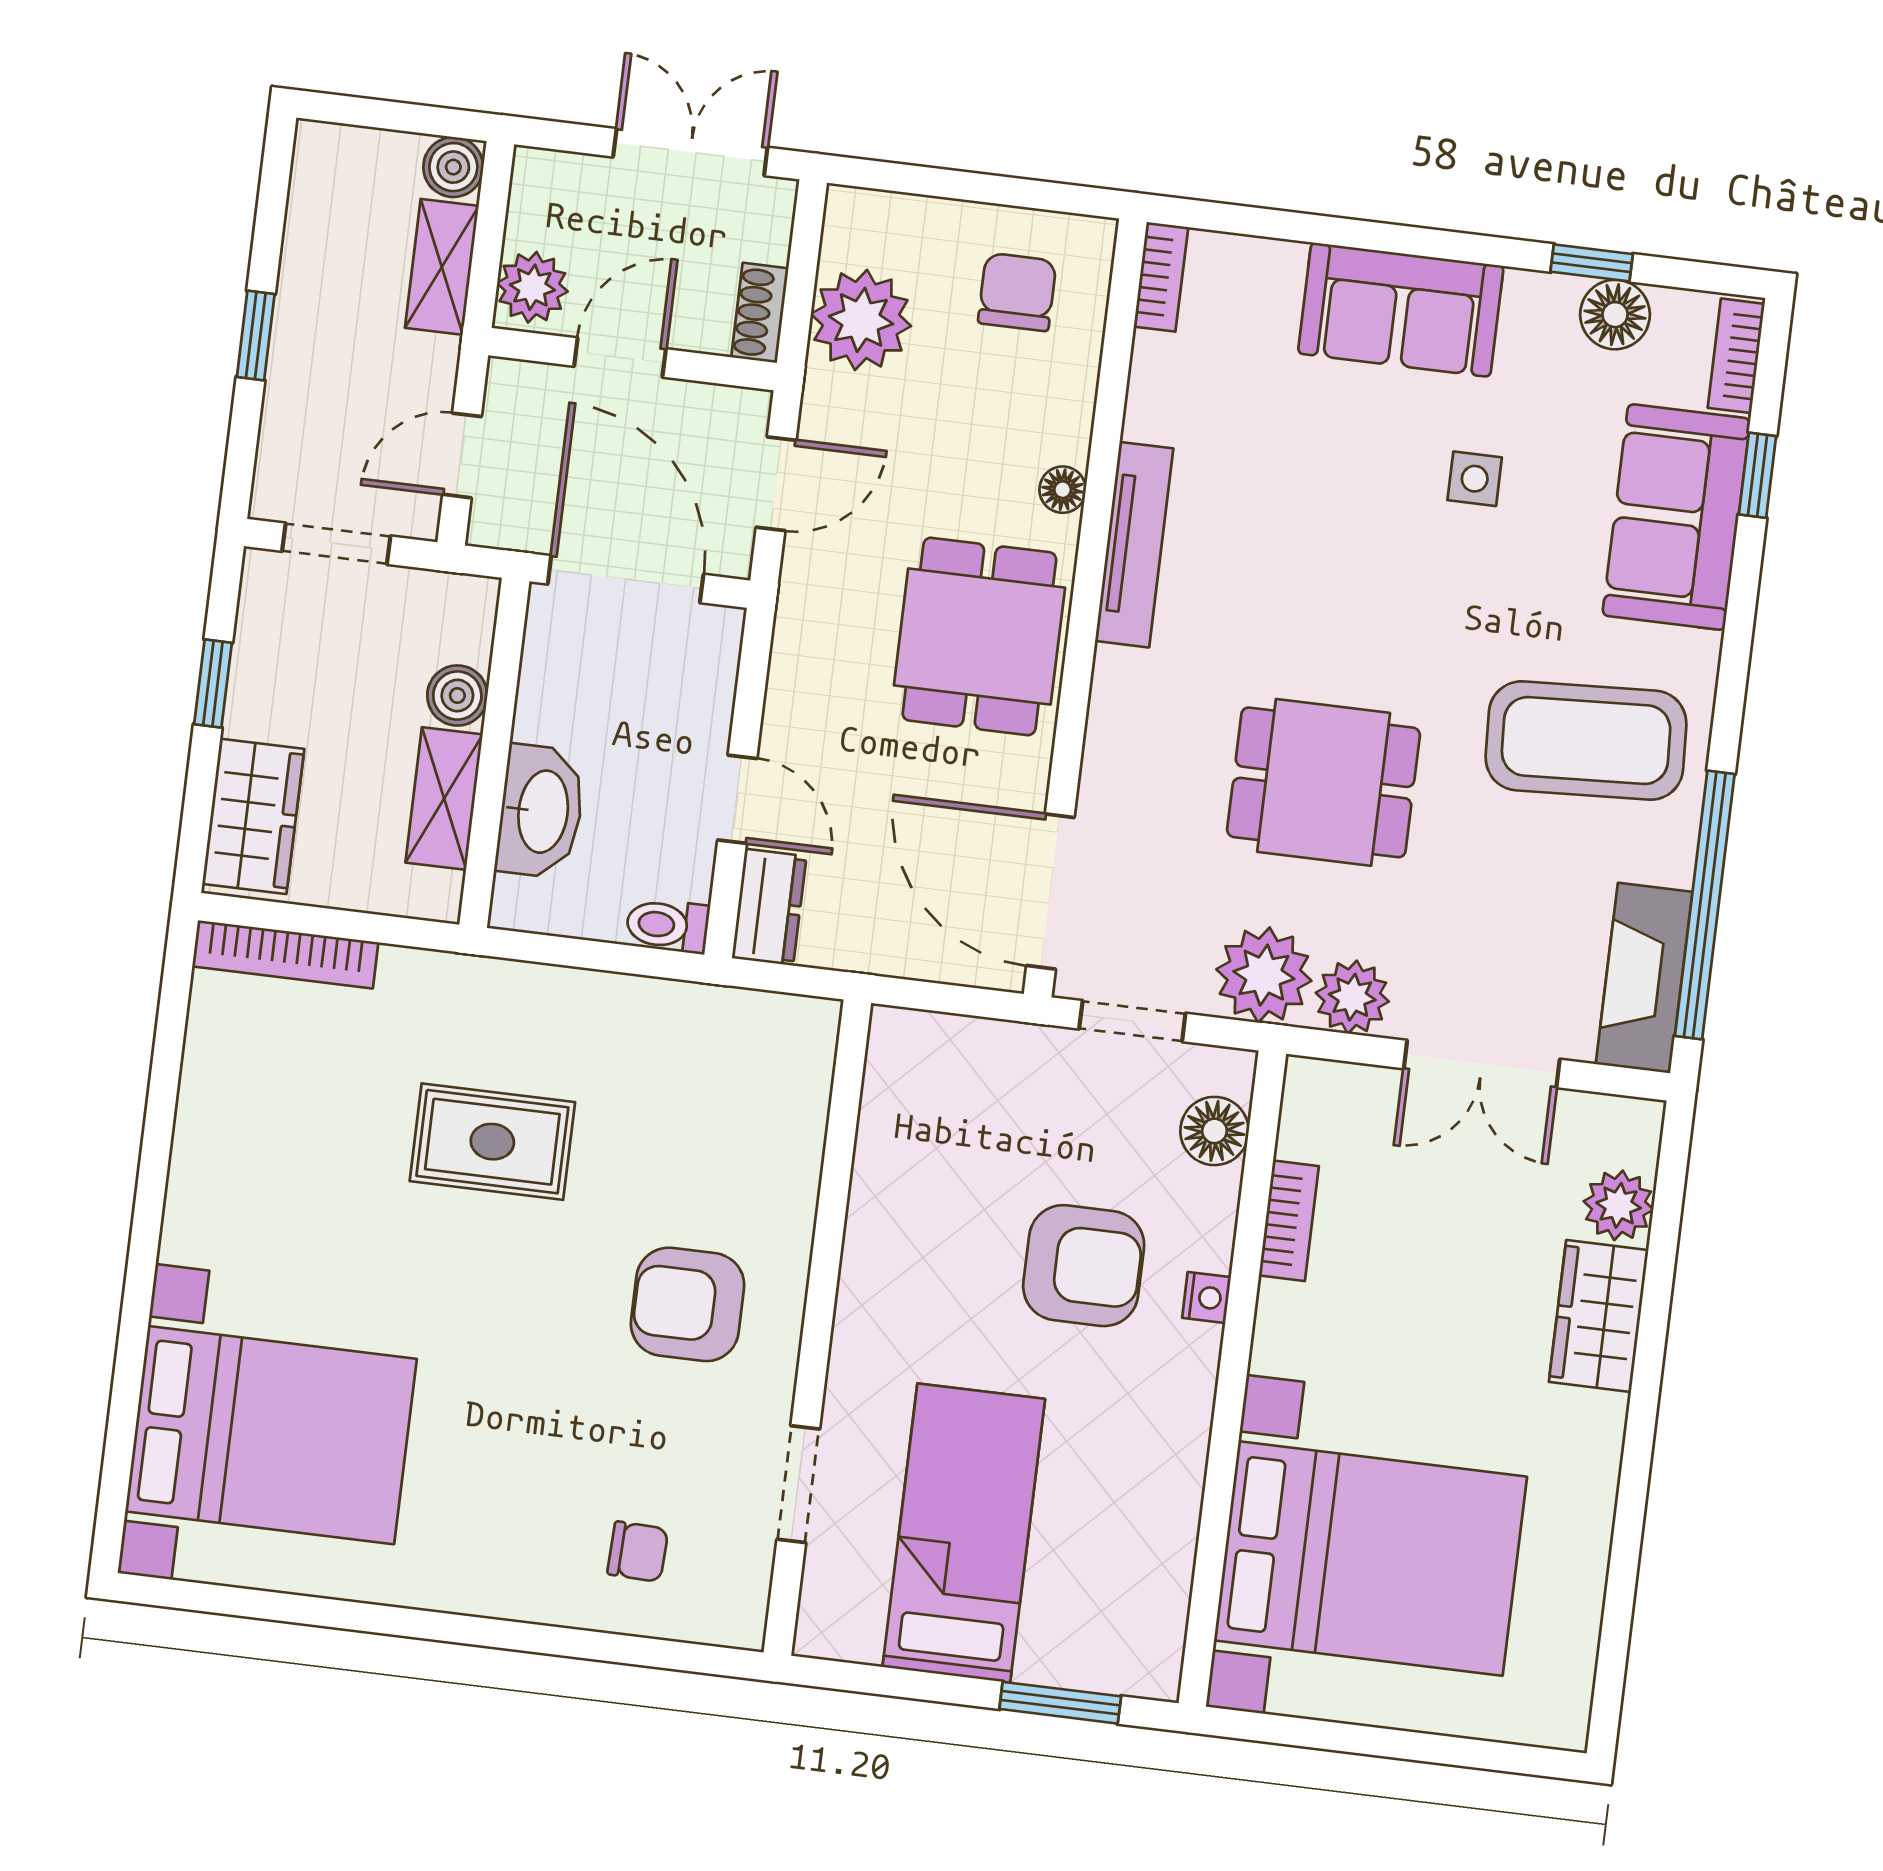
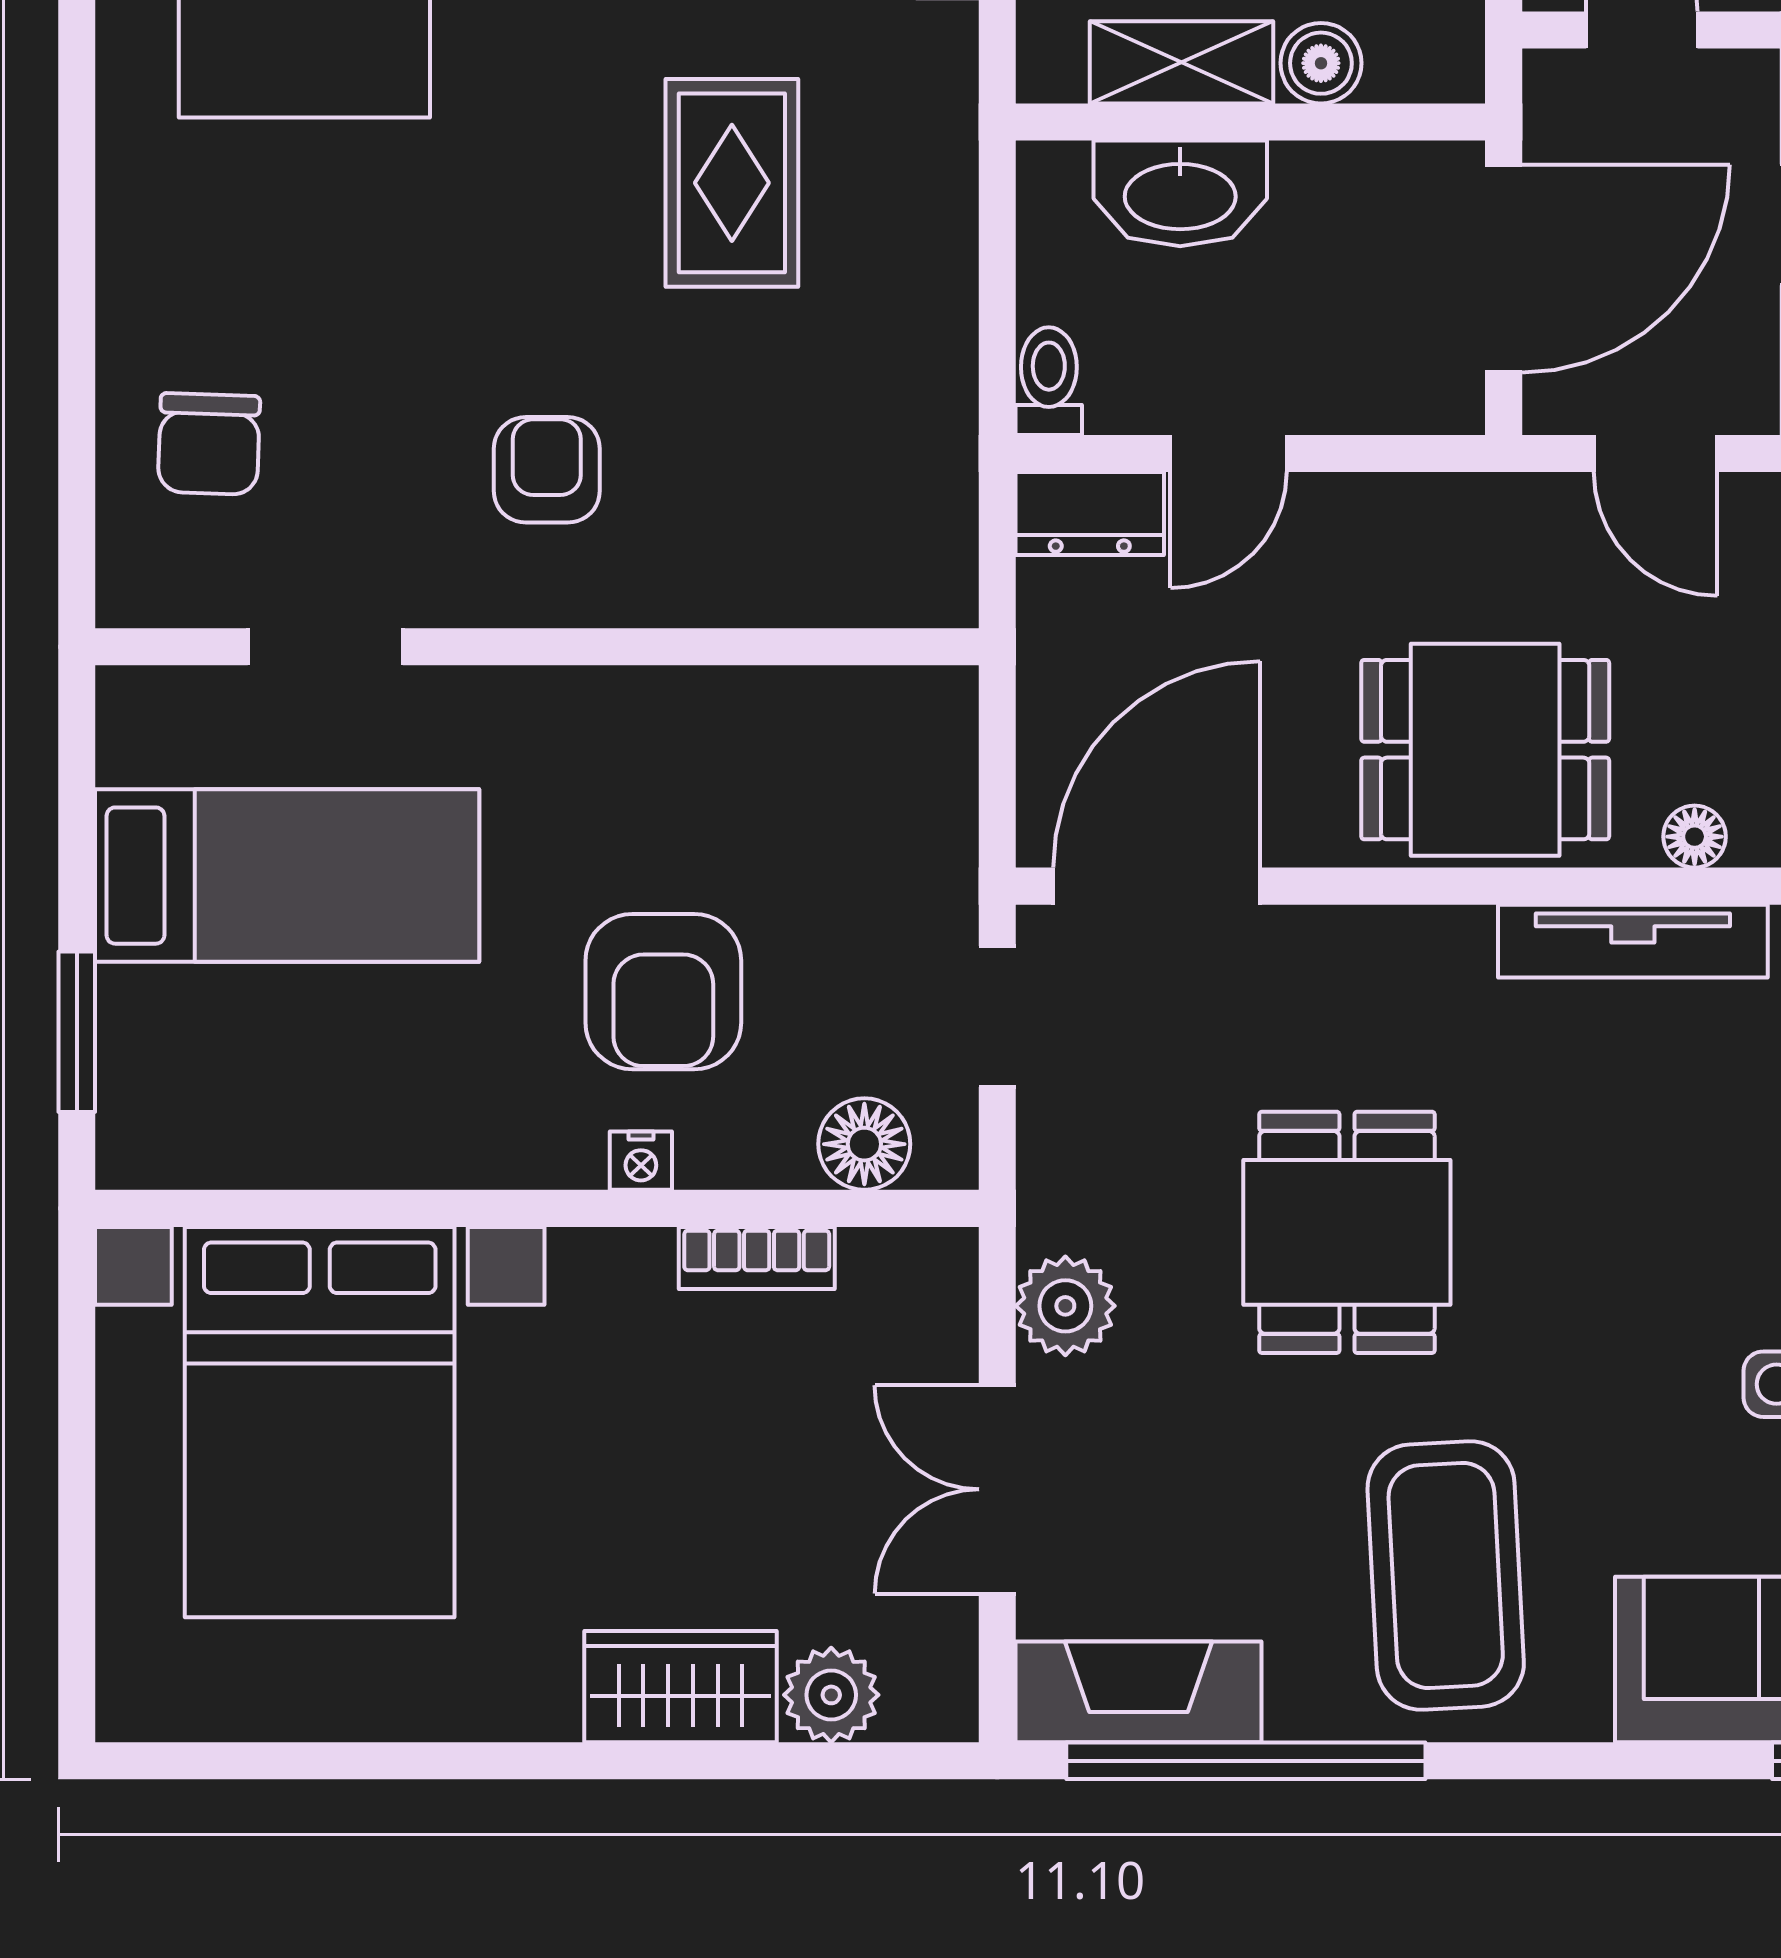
plant: (1264, 975) -> (1080, 1184), removed
armchair: (688, 1304) -> (547, 470), width x0.72, depth x0.72
chair: (638, 1552) -> (209, 444), width x1.37, depth x1.37

